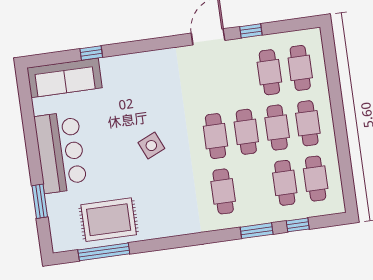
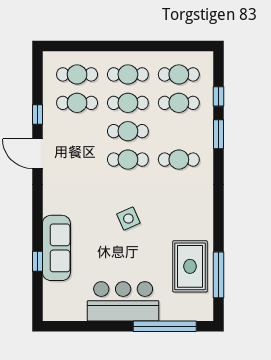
sofa: (65, 78) -> (56, 248), moved
window: (40, 201) -> (165, 326), width x2.11

